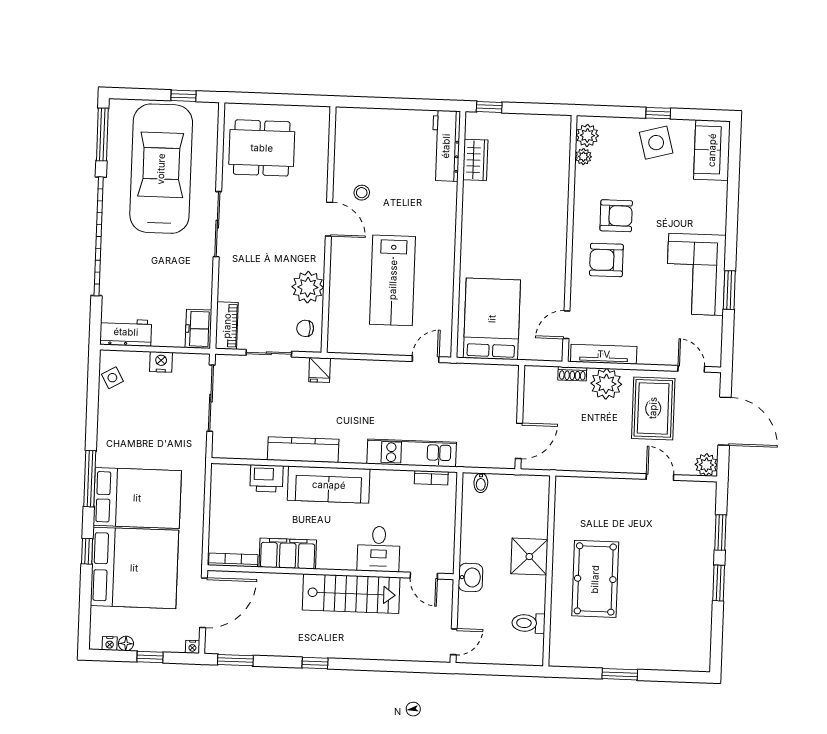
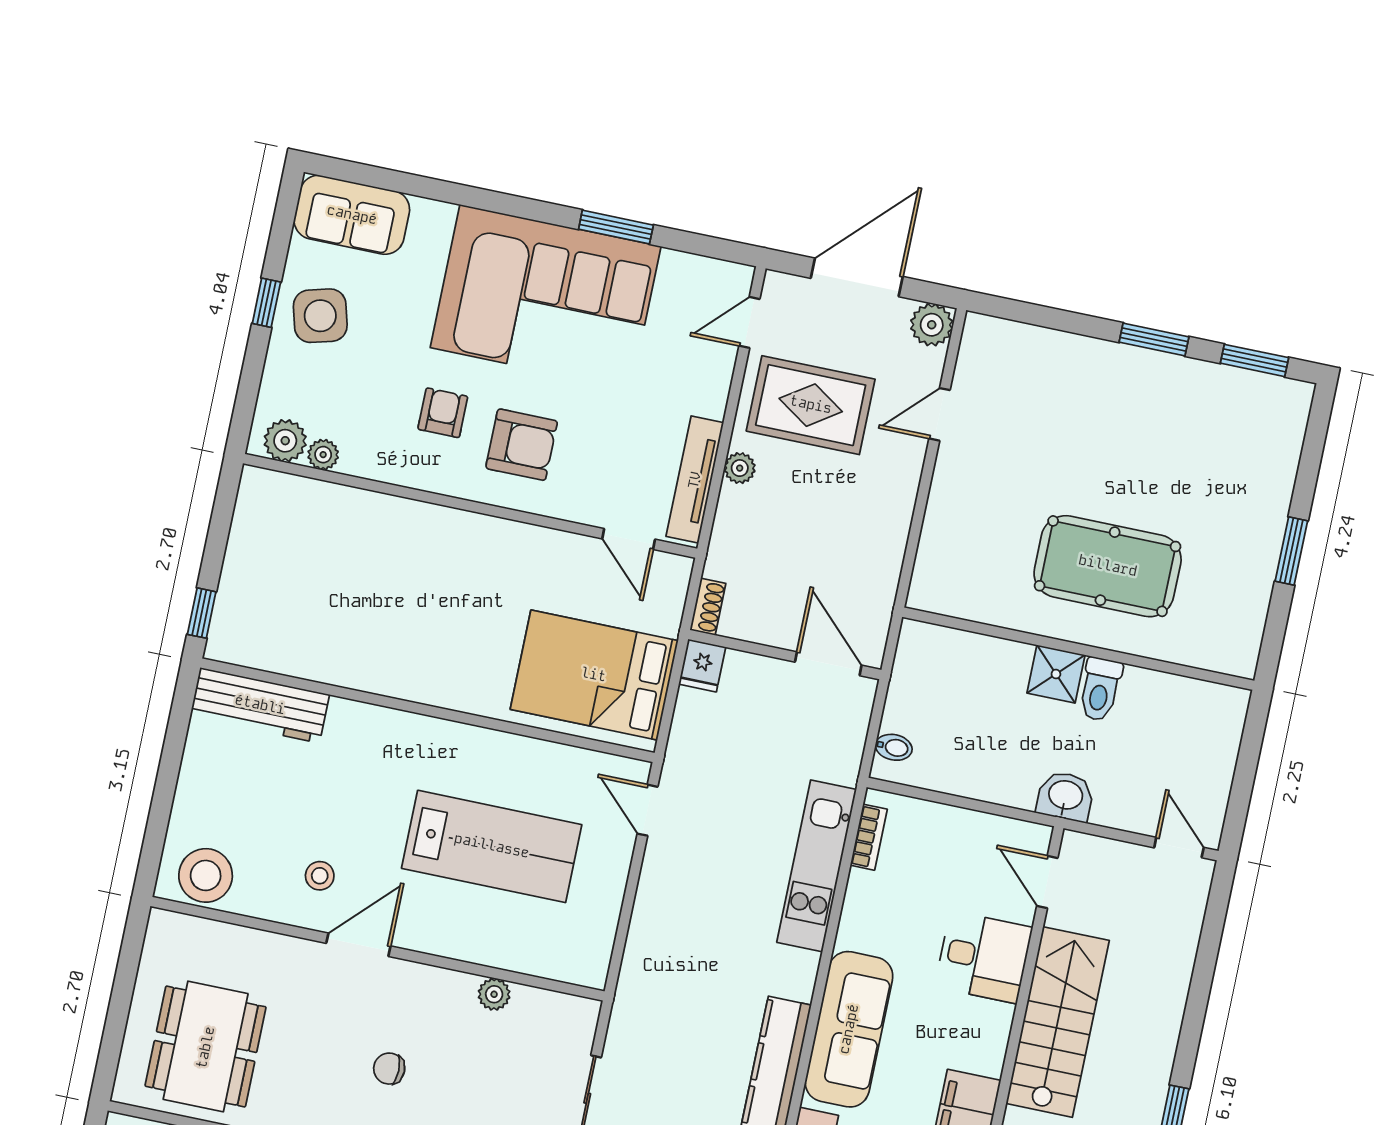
stool: (352, 133) -> (206, 875), added
wardrobe: (475, 160) -> (295, 655), removed
armchair: (616, 216) -> (443, 413), width x0.72, depth x0.72
armchair: (606, 260) -> (522, 445), turned -90
corner sofa: (696, 274) -> (546, 297), width x1.36, depth x1.36
plant: (308, 287) -> (494, 994), width x0.53, depth x0.53
chair: (305, 328) -> (389, 1069), moved, turned 90
fridge: (320, 370) -> (702, 666), moved, turned 90
shoe rack: (572, 374) -> (708, 607), moved
plant: (606, 384) -> (740, 468), width x0.53, depth x0.53
window: (720, 533) -> (1254, 360), moved
shower: (529, 557) -> (1056, 674), width x0.73, depth x0.73
door: (424, 576) -> (1047, 882), swing flipped
toilet: (529, 623) -> (1100, 689), moved

